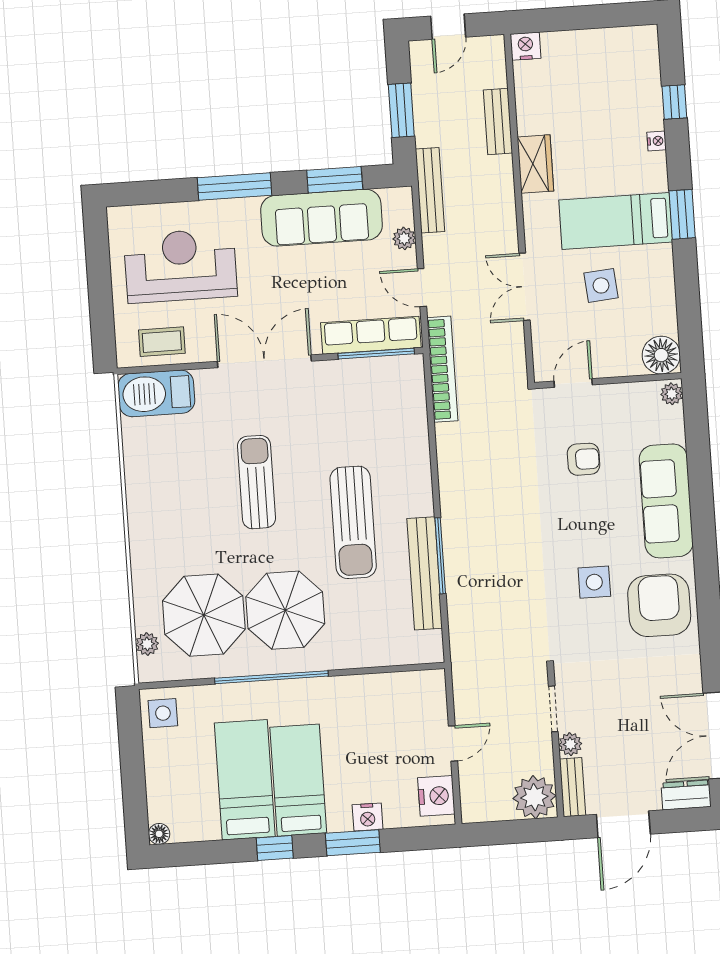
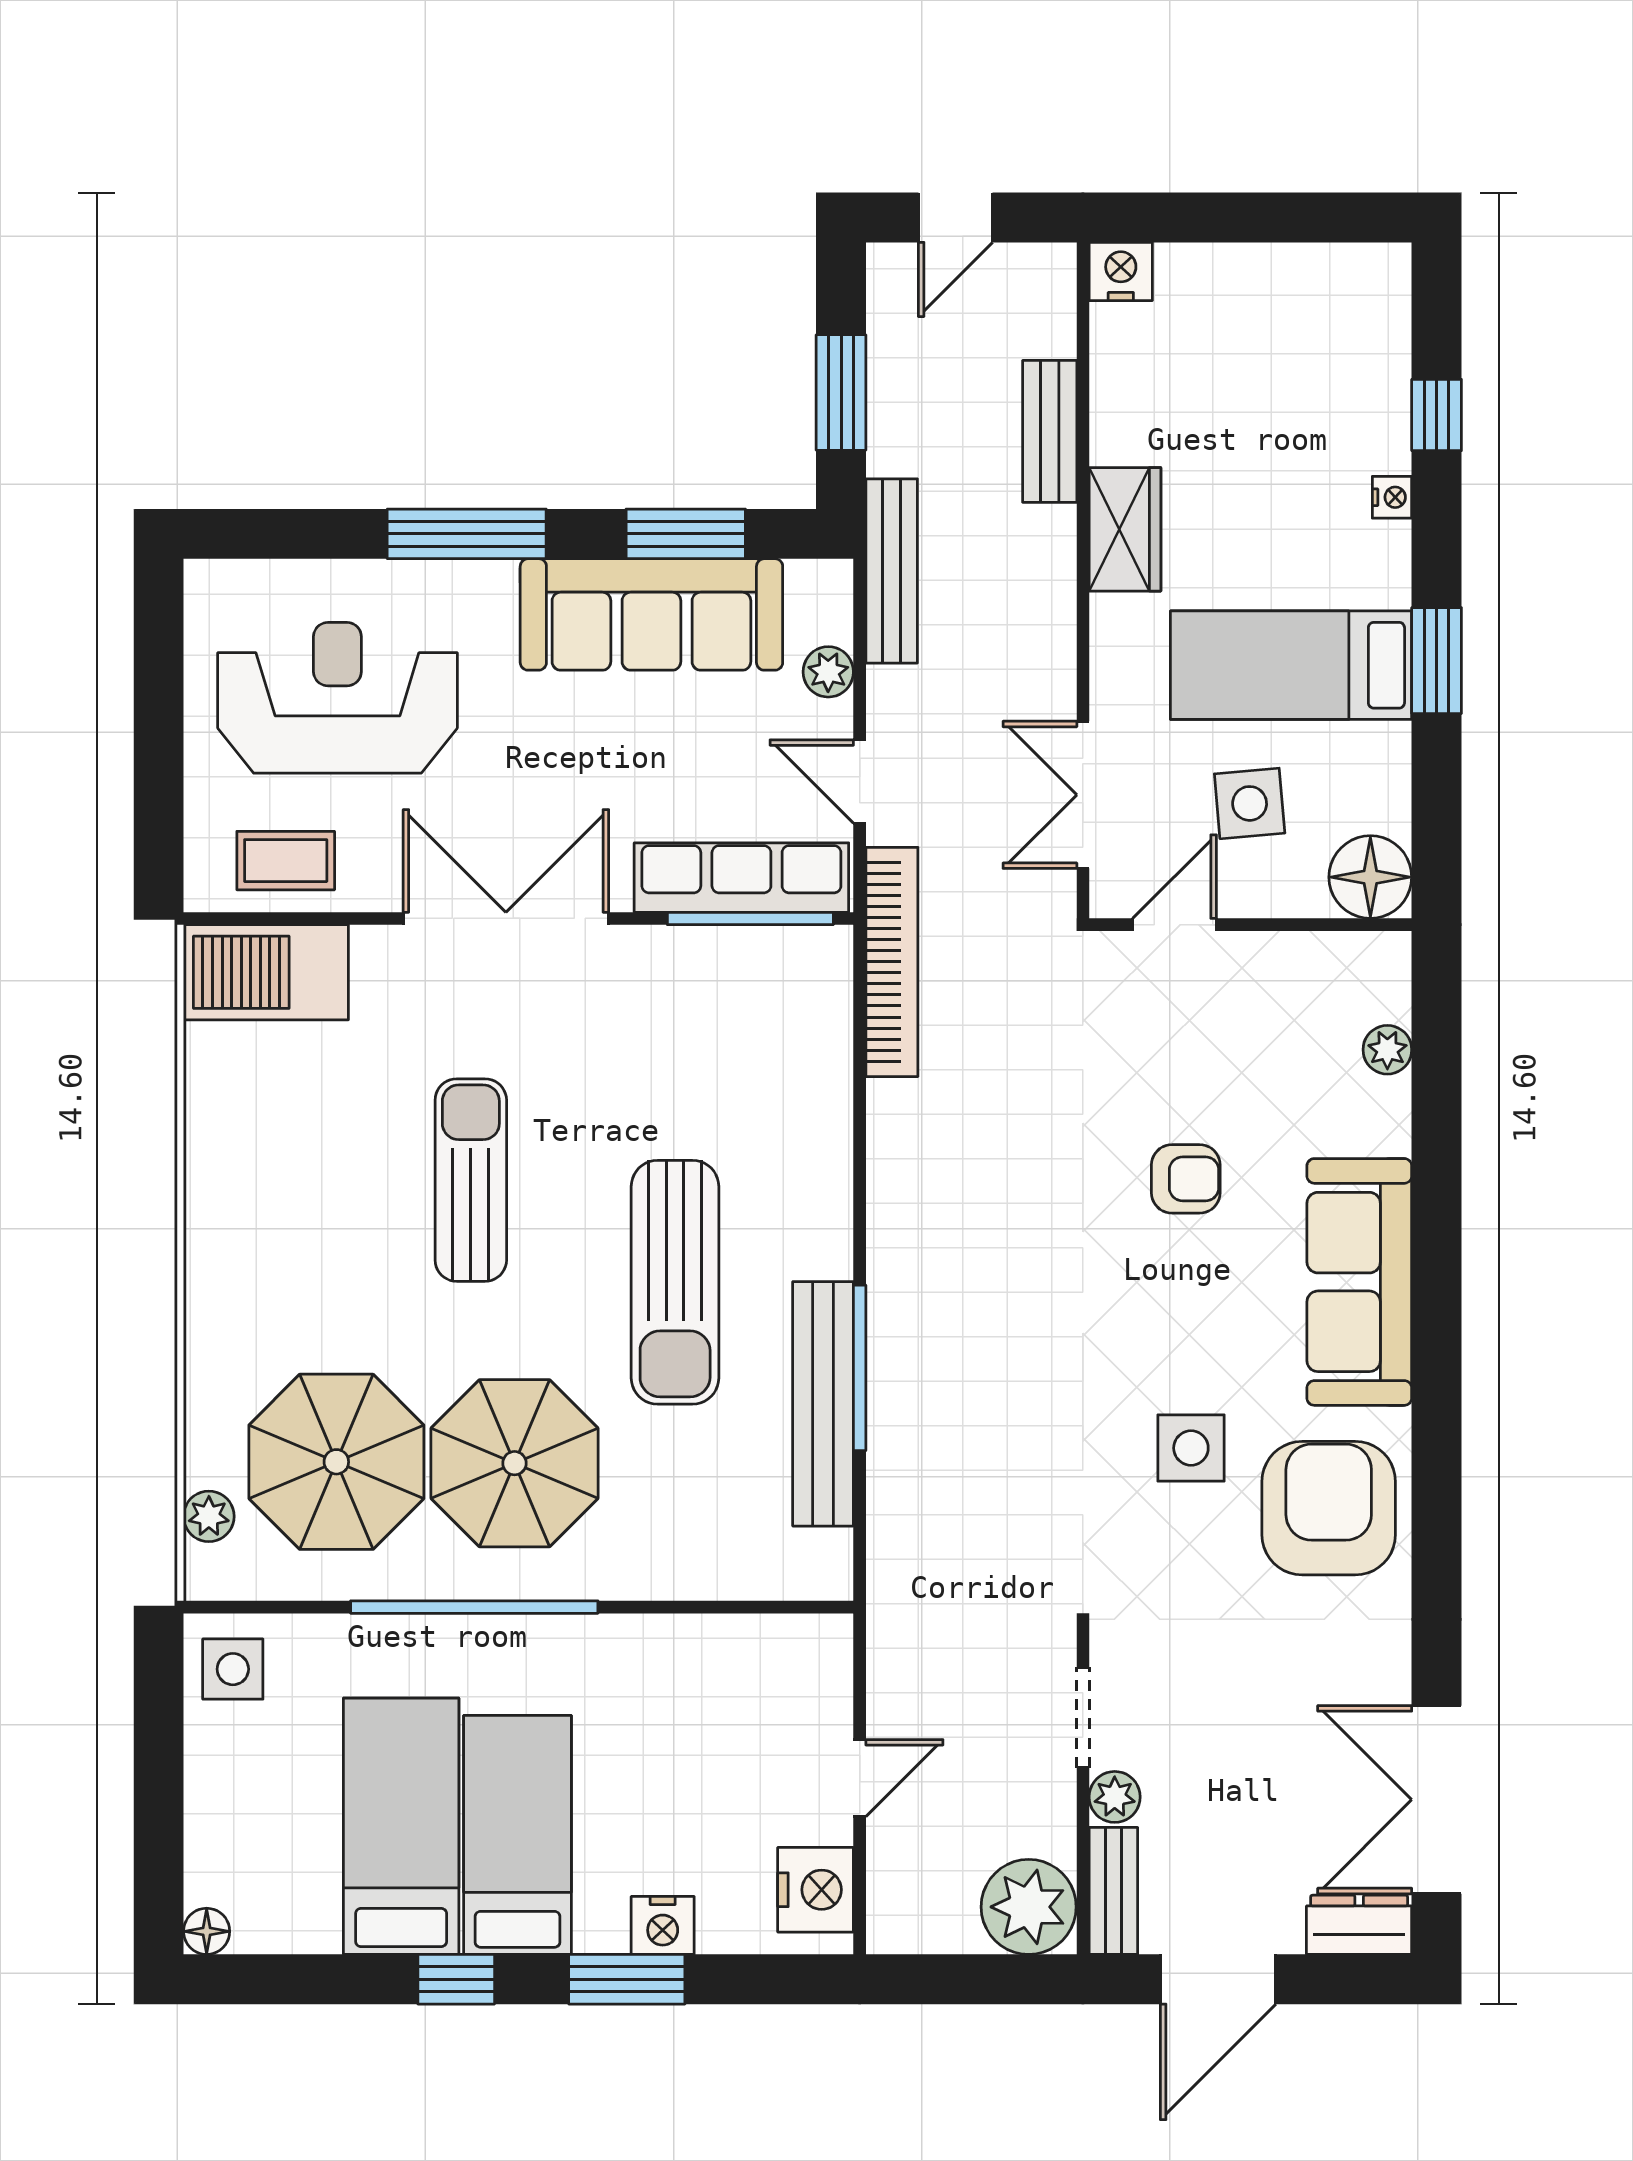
floor lamp: (661, 355) -> (1370, 877), moved
wall: (608, 381) -> (1250, 925), moved
door: (573, 383) -> (1175, 925), moved

